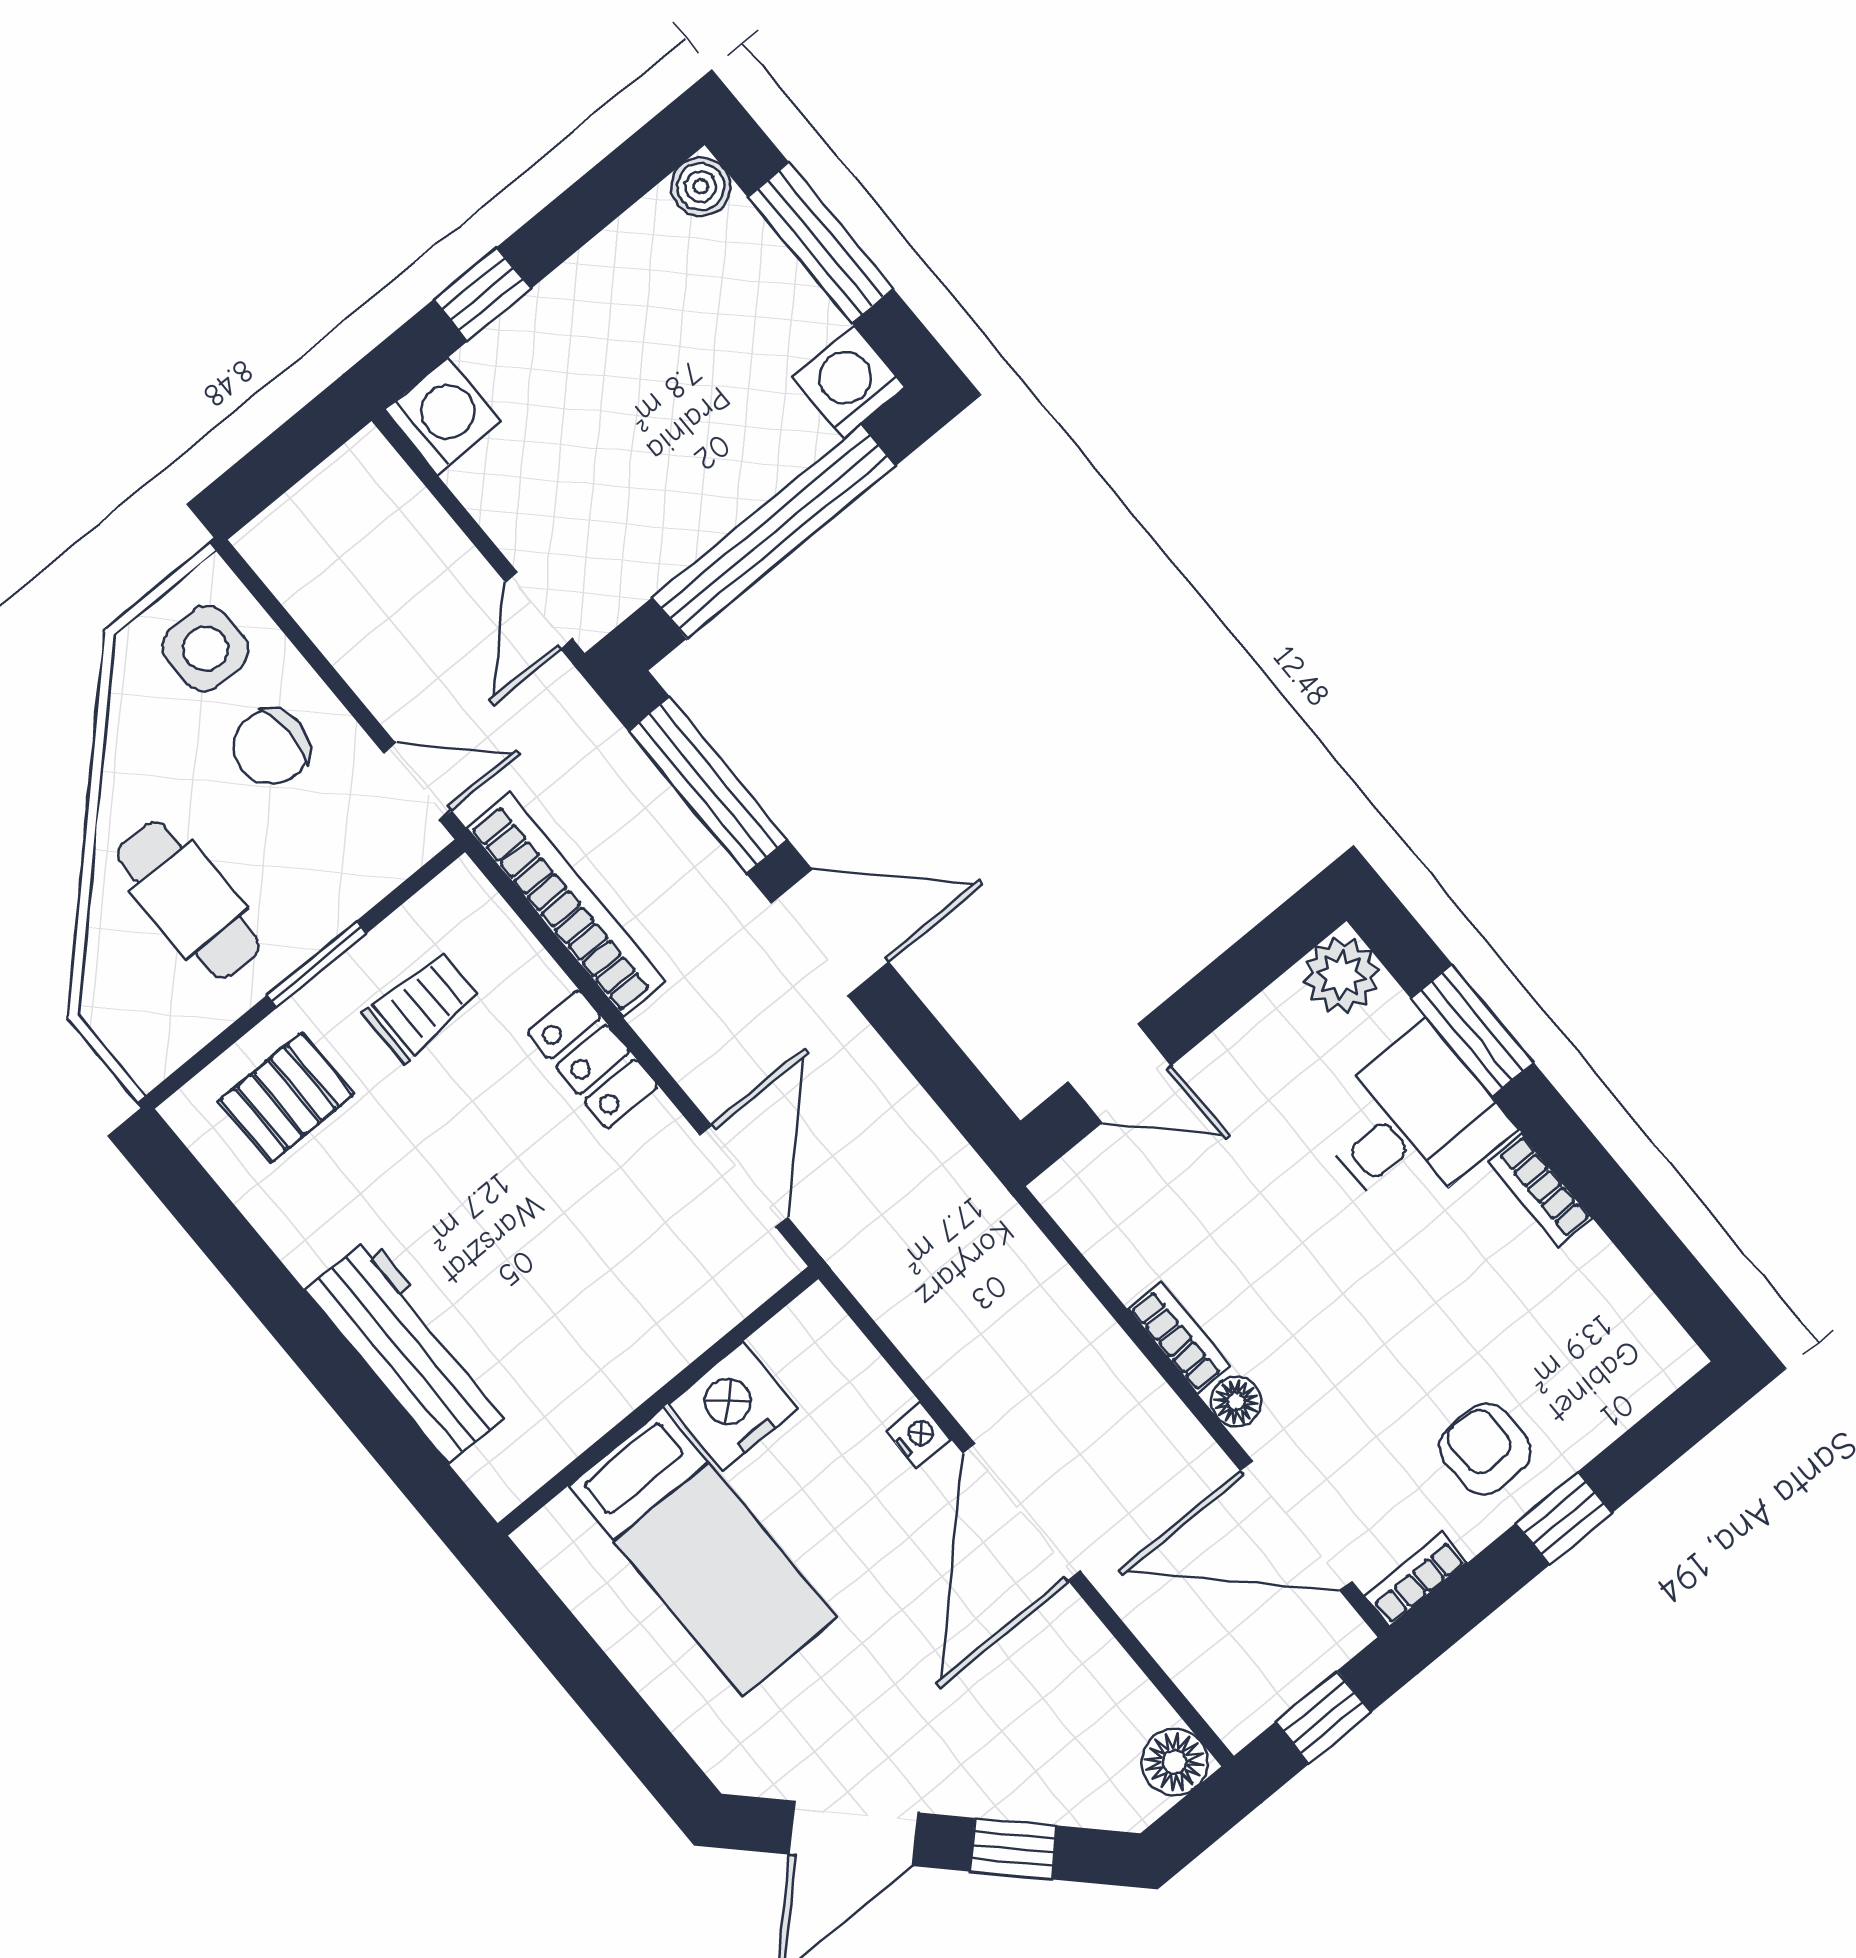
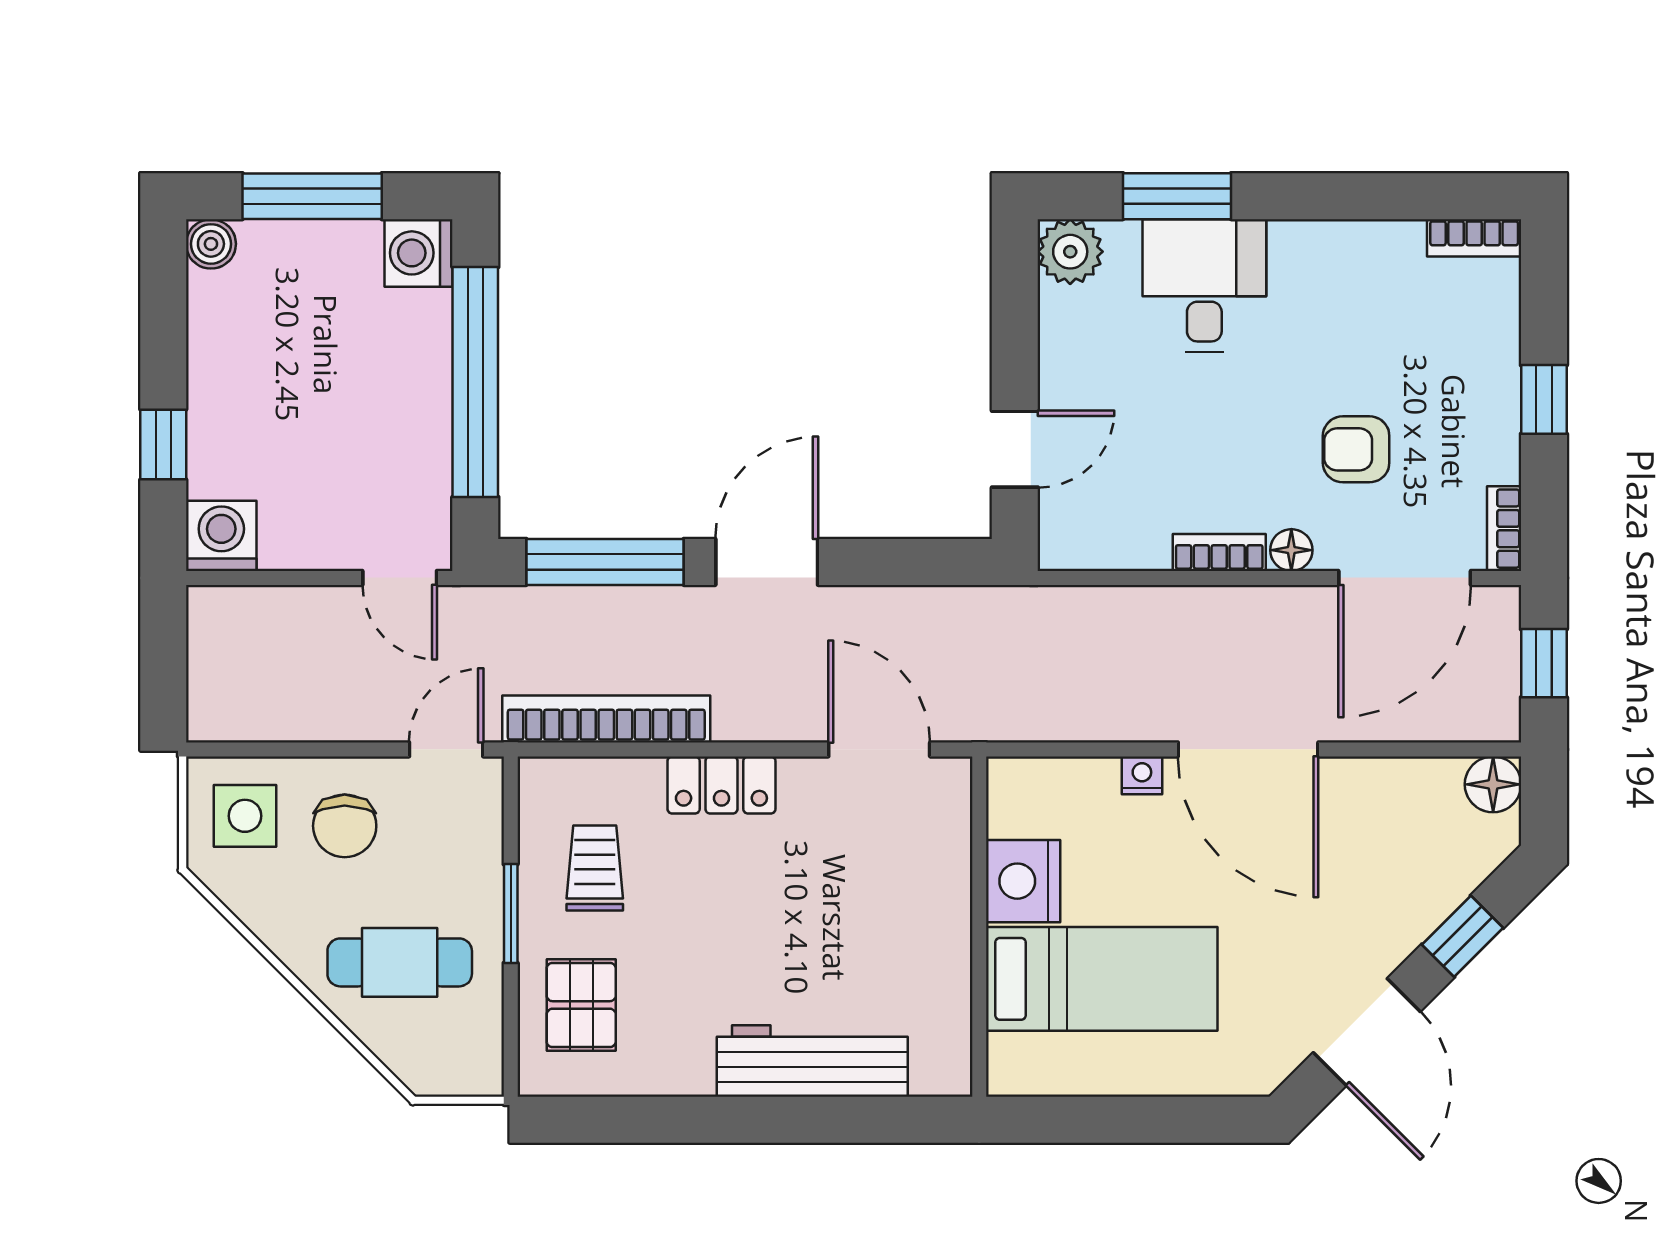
bookcase: (1540, 1190) -> (1474, 238), moved
armchair: (1485, 1449) -> (1356, 449), moved

